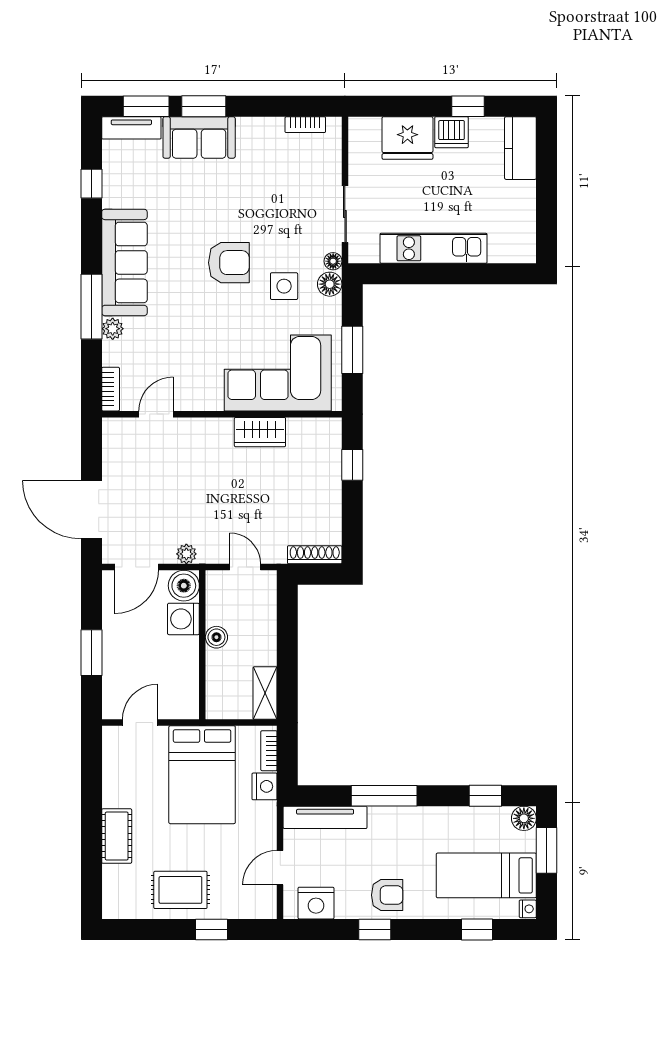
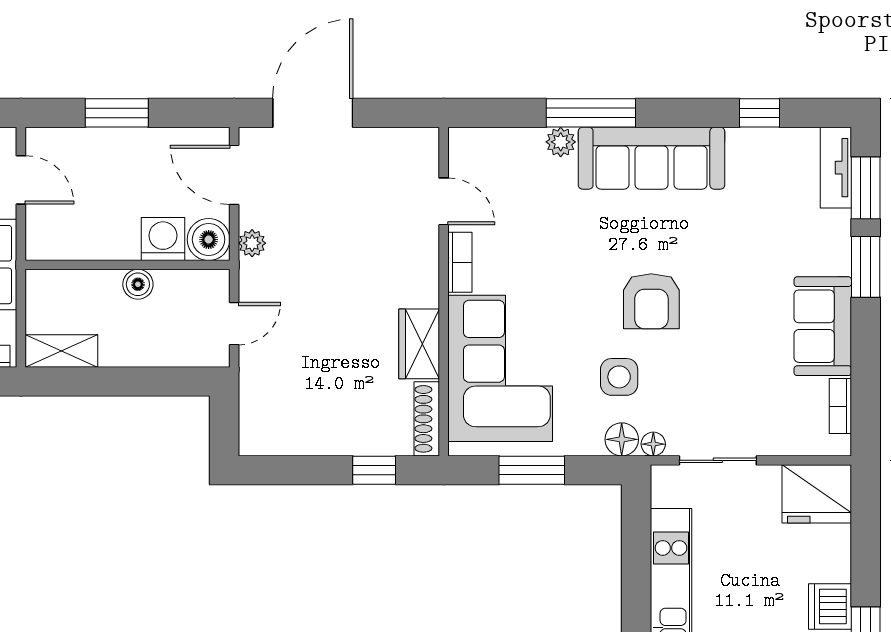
sofa: (199, 137) -> (823, 326), moved
fridge: (407, 138) -> (817, 494), moved, turned -90
bookcase: (111, 389) -> (460, 262), moved, turned -90
shoe rack: (315, 555) -> (427, 419), moved, turned 180

